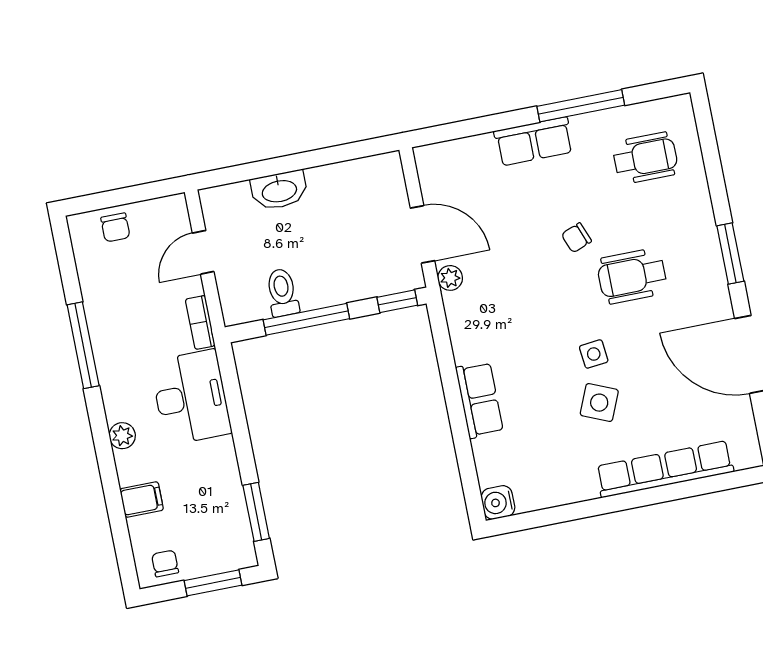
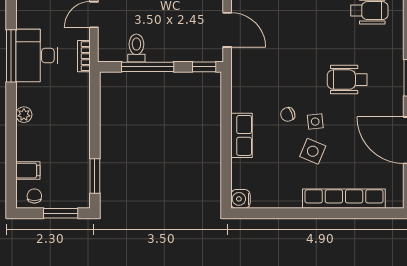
chair: (576, 238) -> (288, 114), moved
plant: (450, 278) -> (238, 59), removed
desk: (191, 397) -> (37, 55), moved, turned 180
filing cabinet: (142, 500) -> (28, 171), moved

